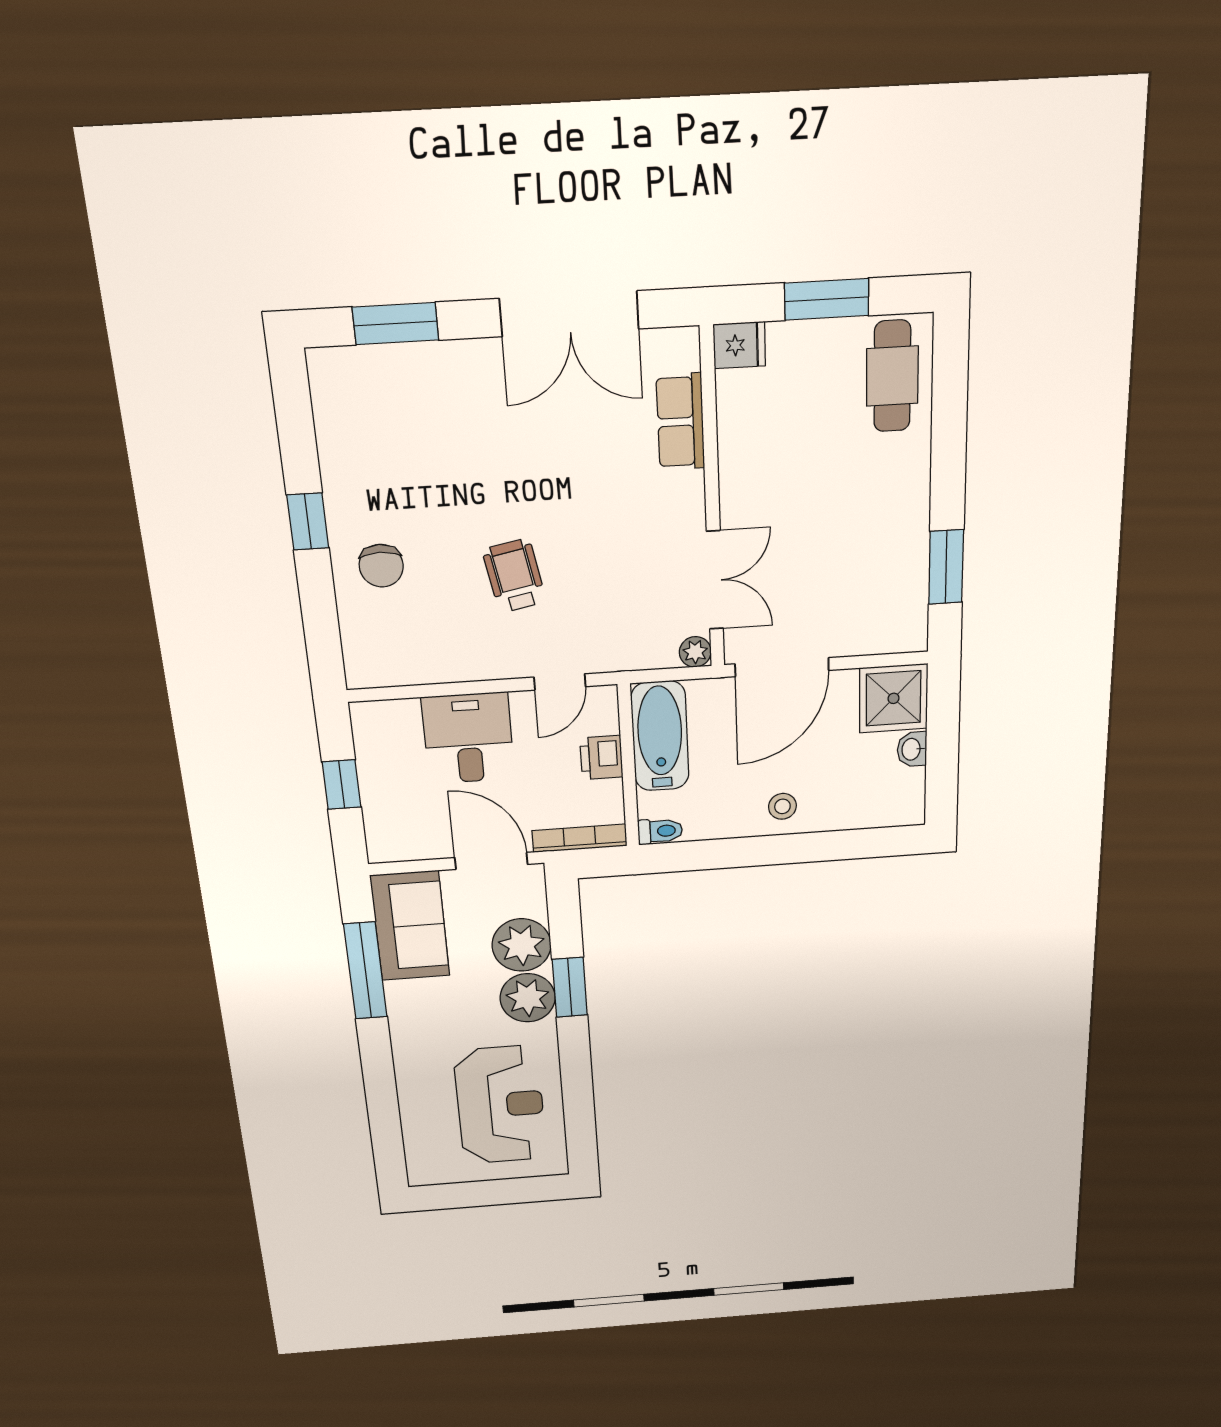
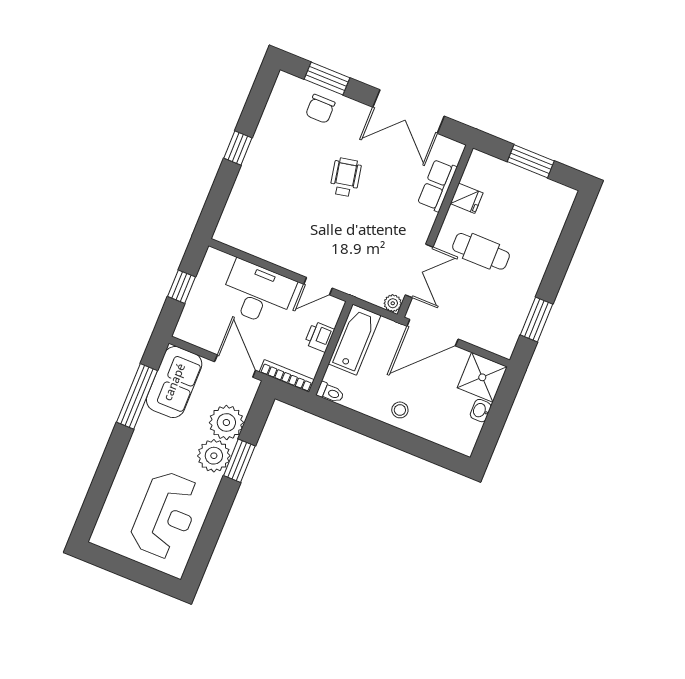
fridge: (739, 345) -> (467, 198), moved
cafe table: (892, 376) -> (481, 251), moved, turned 90
chair: (381, 566) -> (320, 109), moved
wheelchair: (514, 576) -> (346, 177), moved
desk: (468, 738) -> (258, 293), width x1.37

